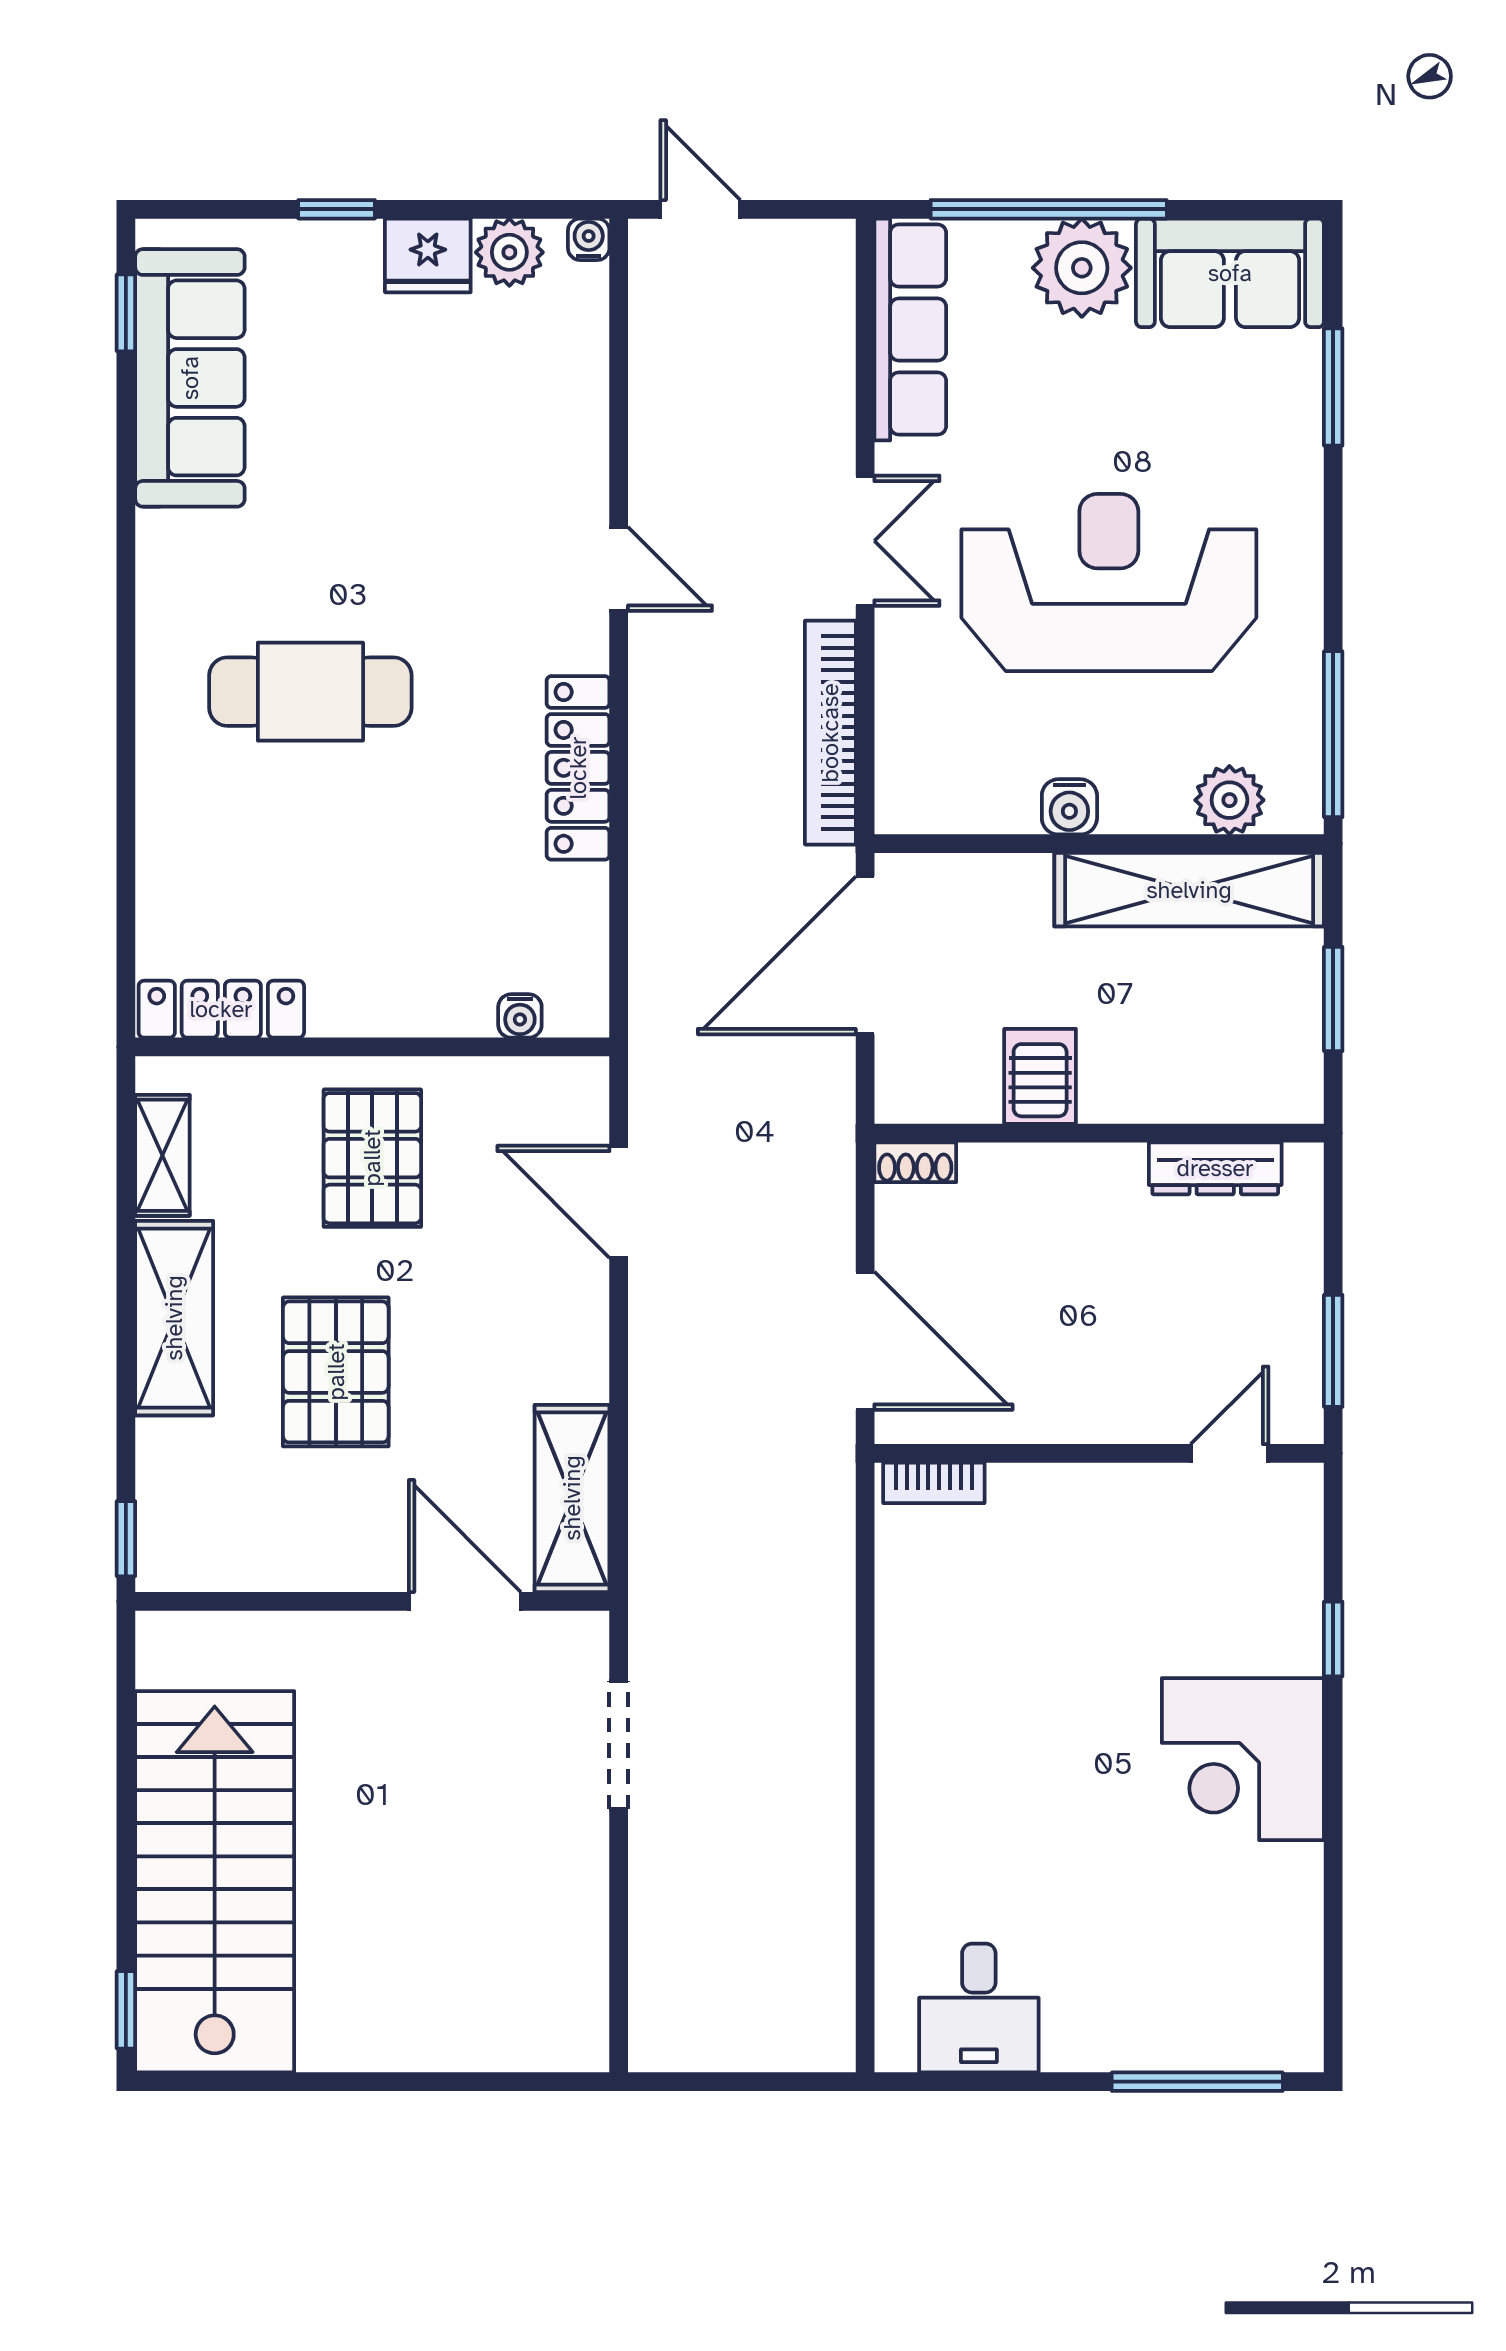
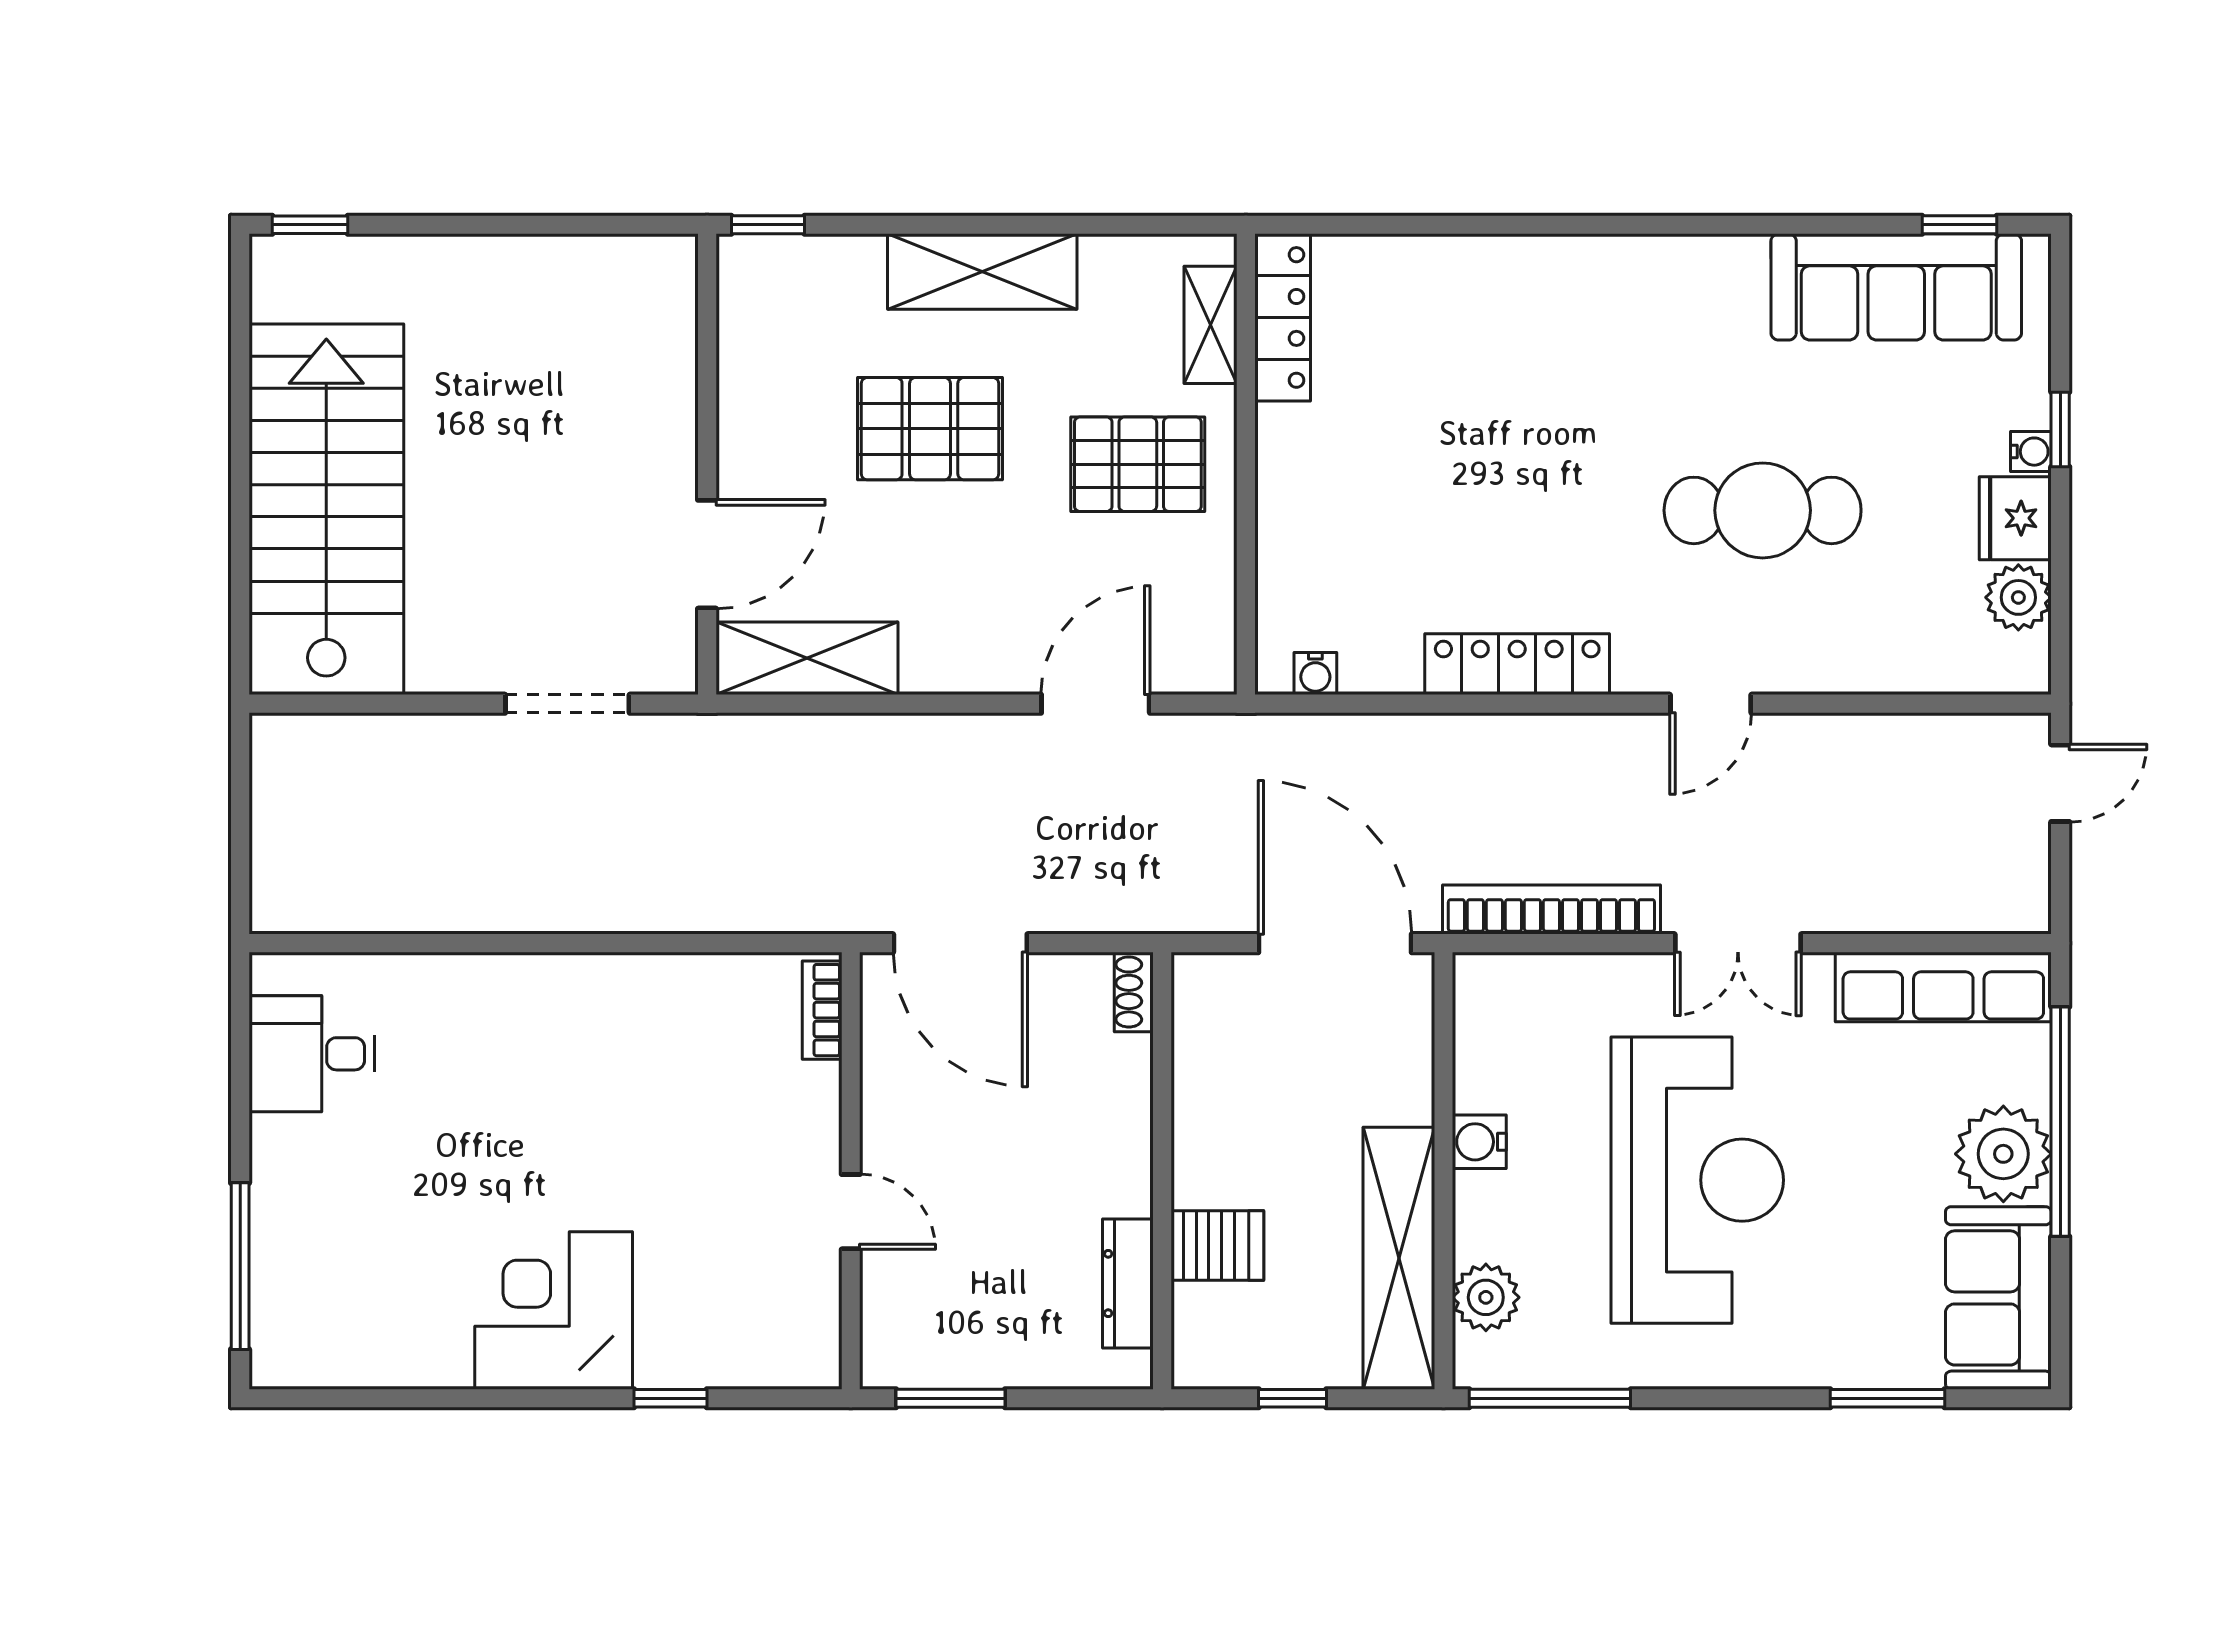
water cooler: (589, 239) -> (2031, 452), moved
cafe table: (310, 692) -> (1763, 510), moved, turned 90
window: (1333, 999) -> (1293, 1398), width x0.67
water cooler: (520, 1016) -> (1315, 674), moved, turned -90
server rack: (1040, 1076) -> (1217, 1245), moved
shelving: (162, 1155) -> (1210, 325), moved, turned 90
door: (865, 1341) -> (960, 943), hinge flipped
door: (1230, 1453) -> (851, 1212), moved
stairs: (215, 1882) -> (326, 509), moved, turned -90

